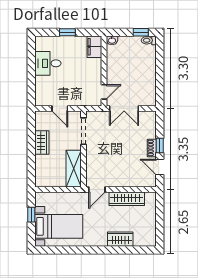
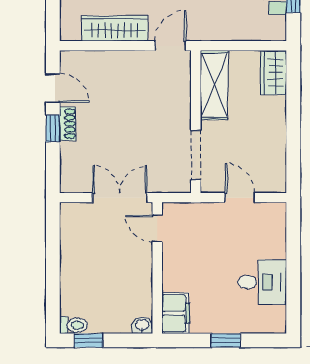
door: (104, 92) -> (157, 228), hinge flipped
wardrobe: (42, 142) -> (273, 73), moved

